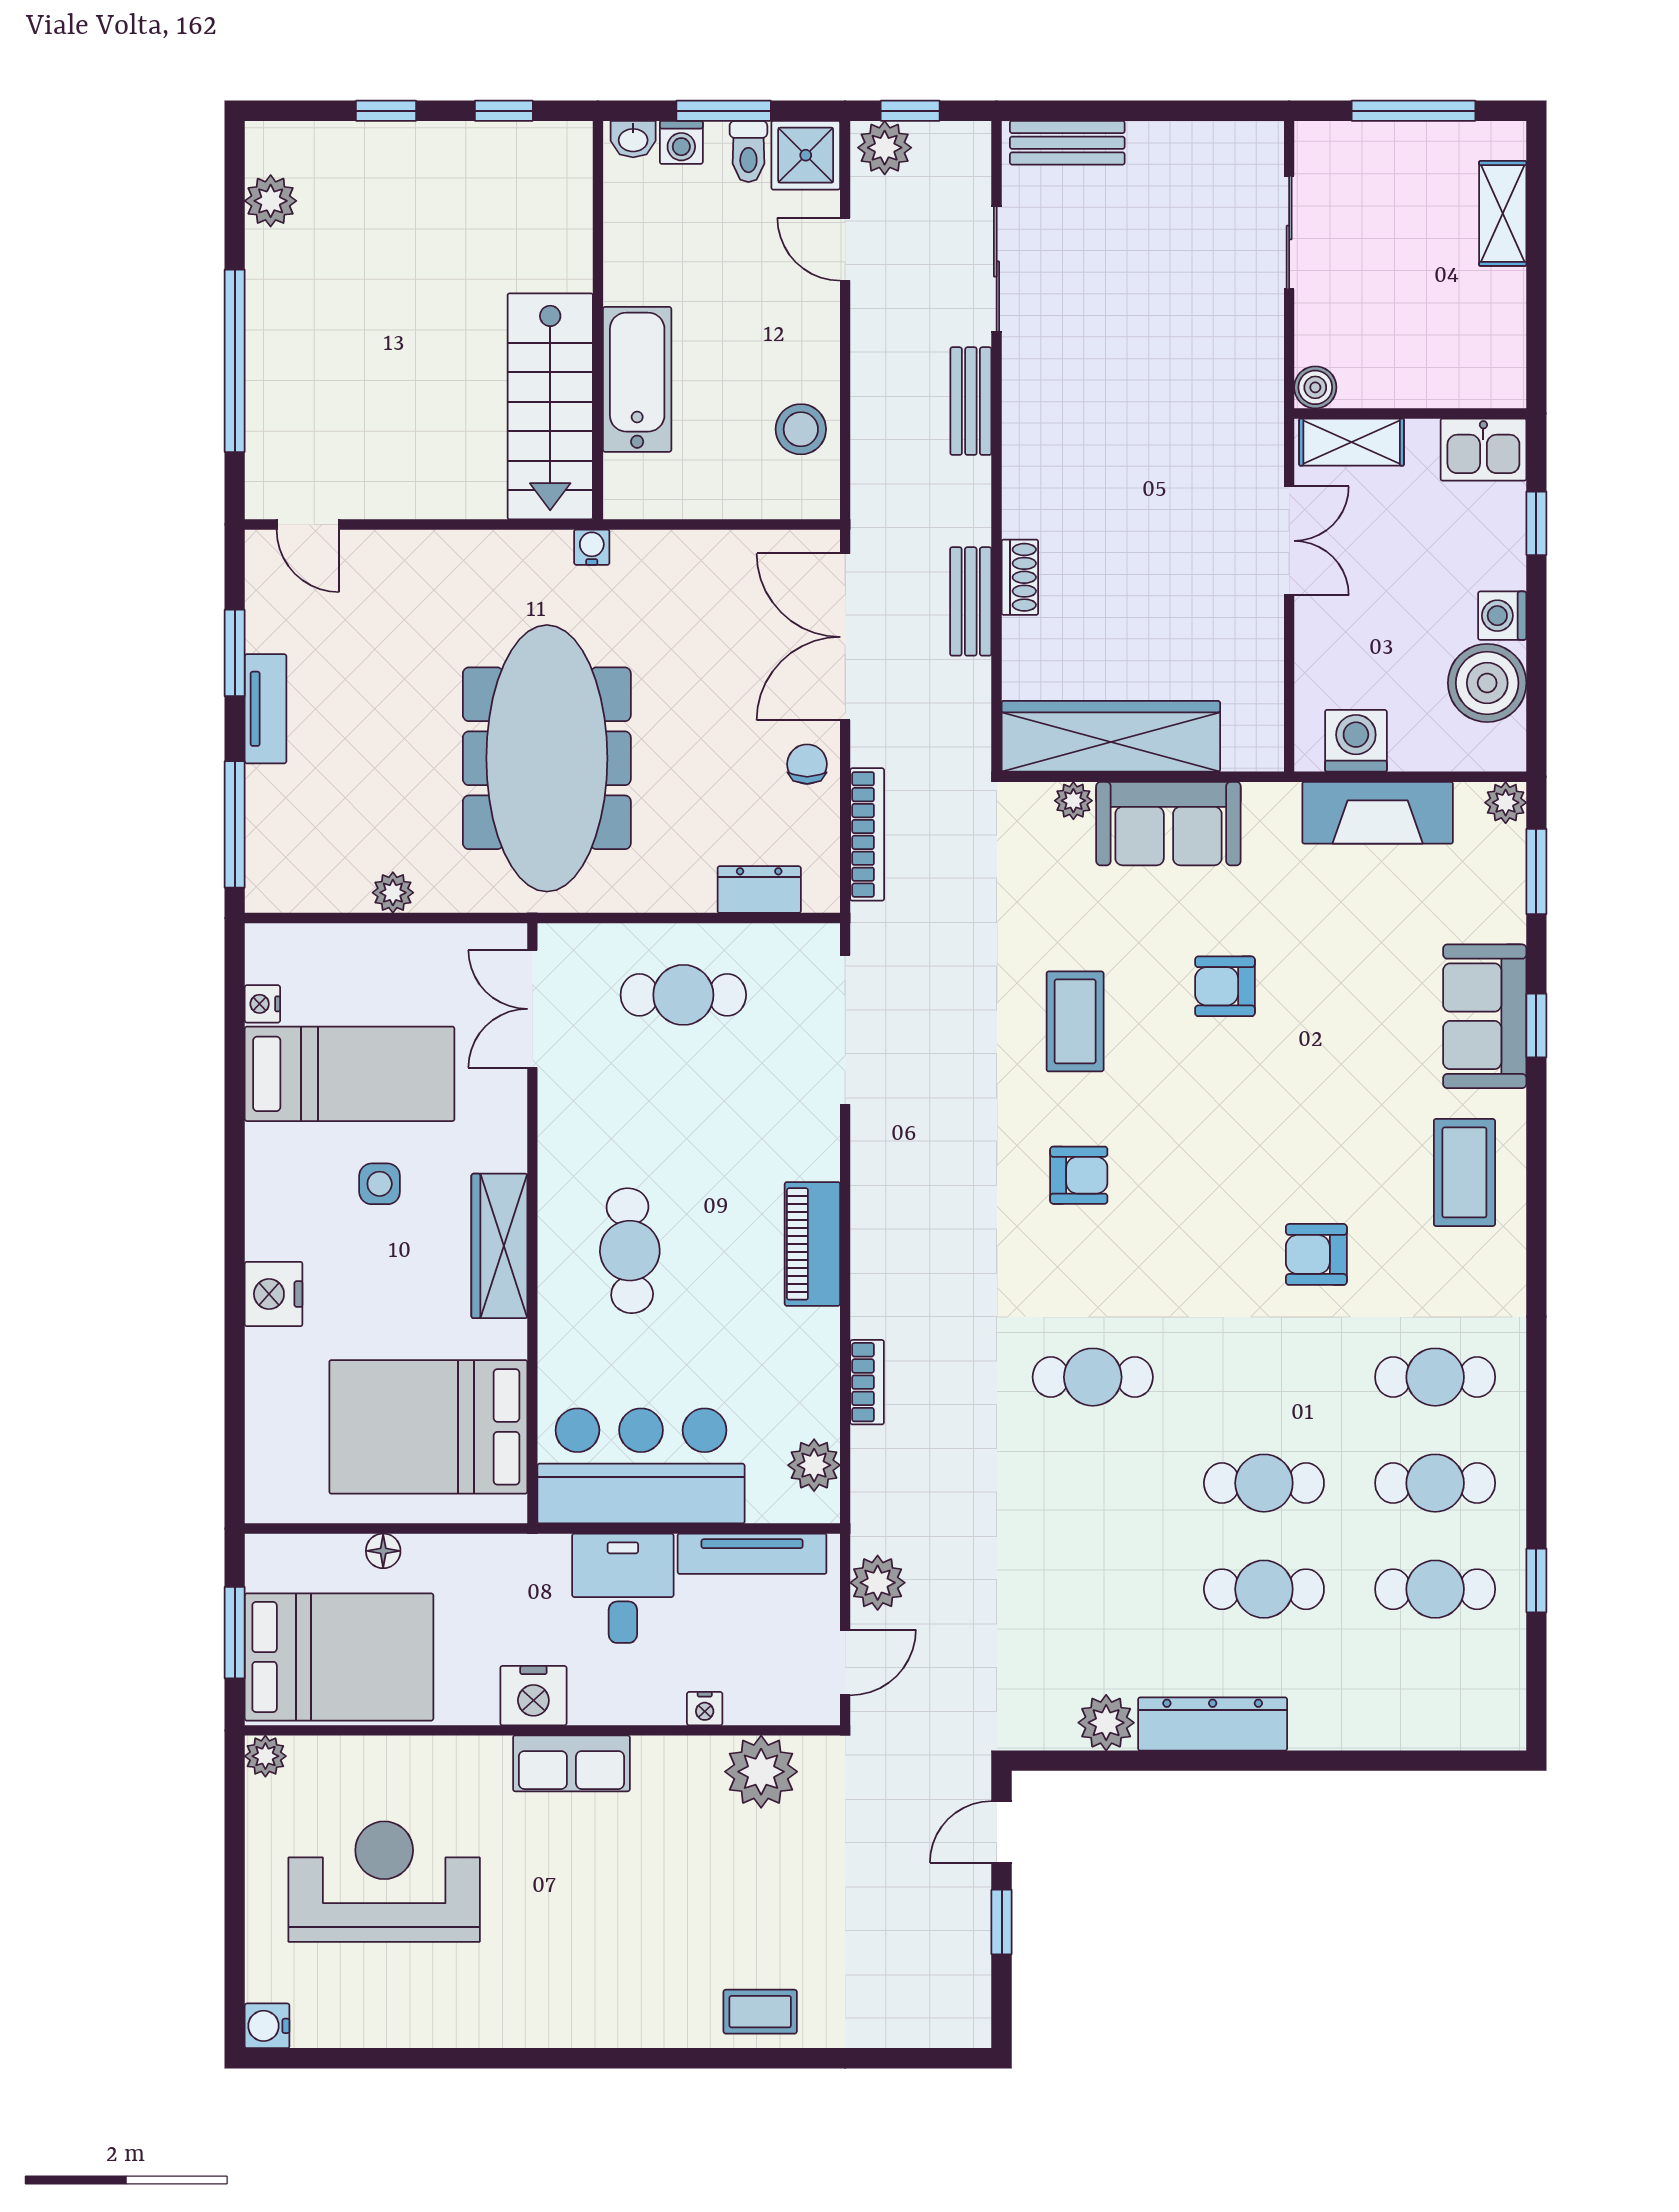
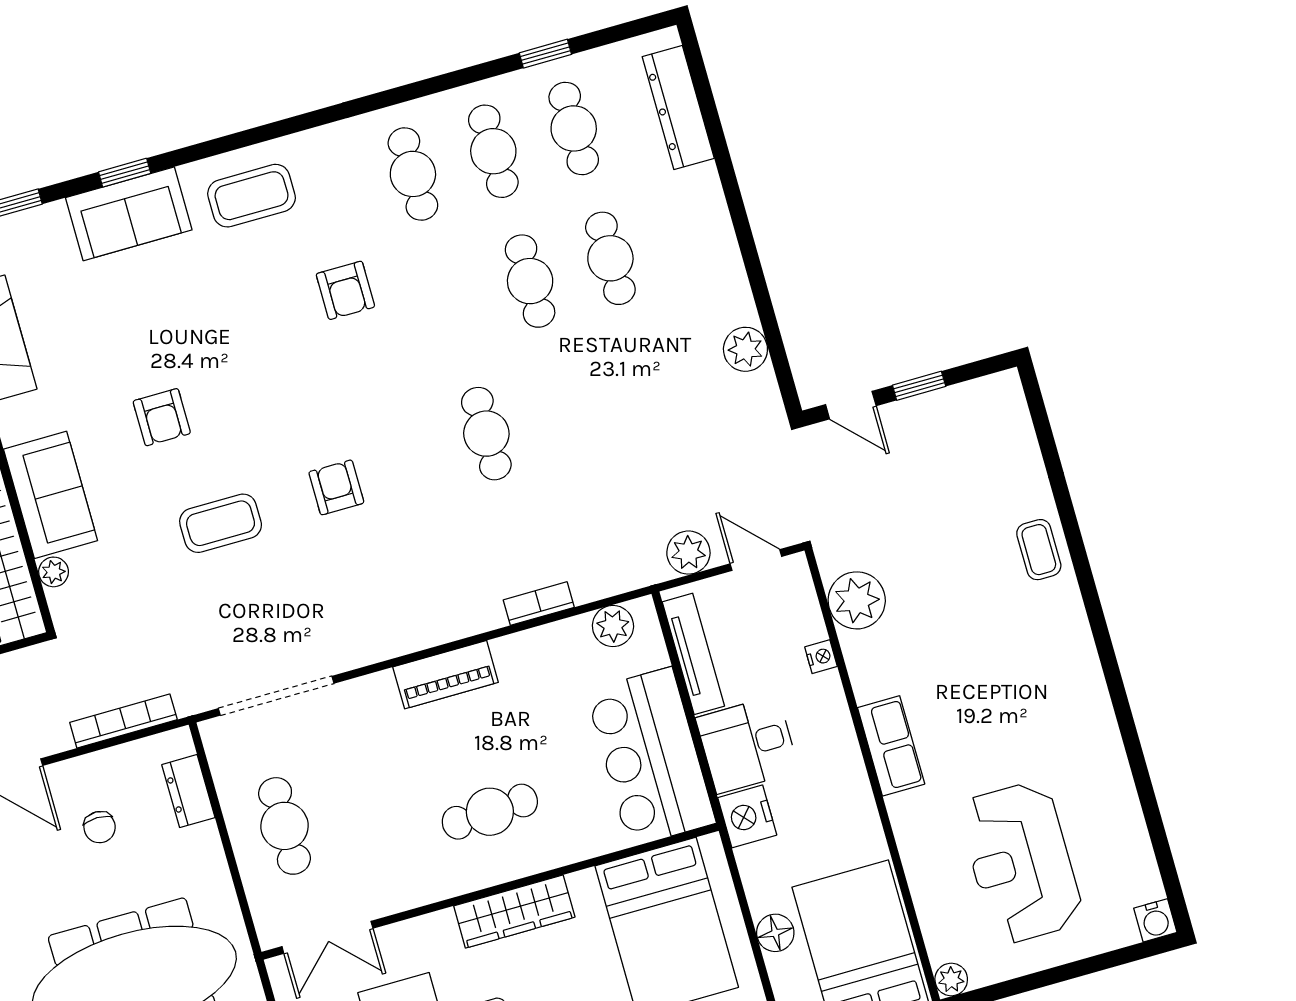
chair: (807, 764) -> (100, 827), moved, turned -90
floor lamp: (383, 1551) -> (775, 933), width x1.37, depth x1.37
nightstand: (533, 1696) -> (747, 816), moved, turned 180
dresser: (1213, 1724) -> (678, 107), moved

